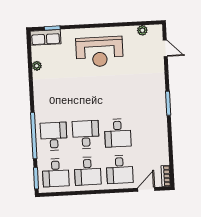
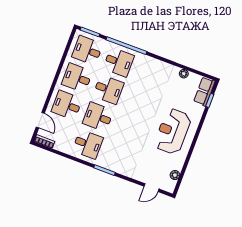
desk: (150, 131) -> (88, 144), added

